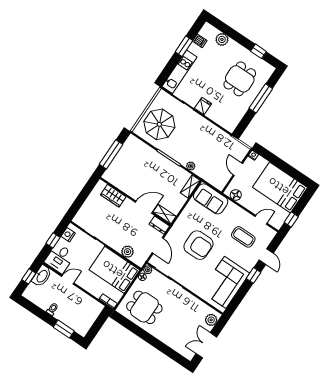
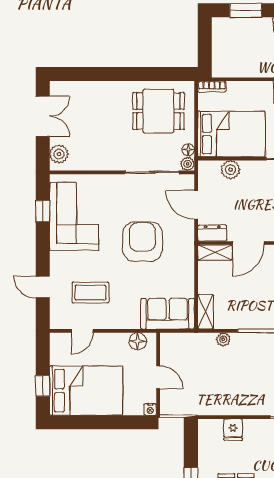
fridge: (203, 106) -> (233, 430), moved
window: (291, 219) -> (43, 386), moved
armchair: (198, 245) -> (142, 242), turned 90
window: (253, 275) -> (43, 211), moved

